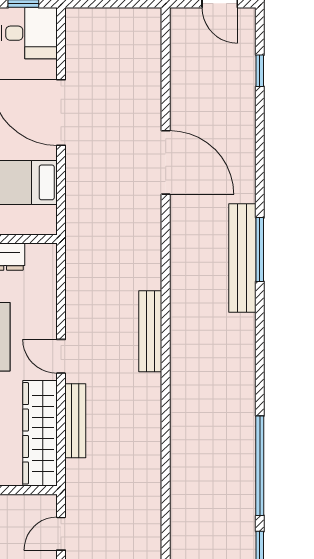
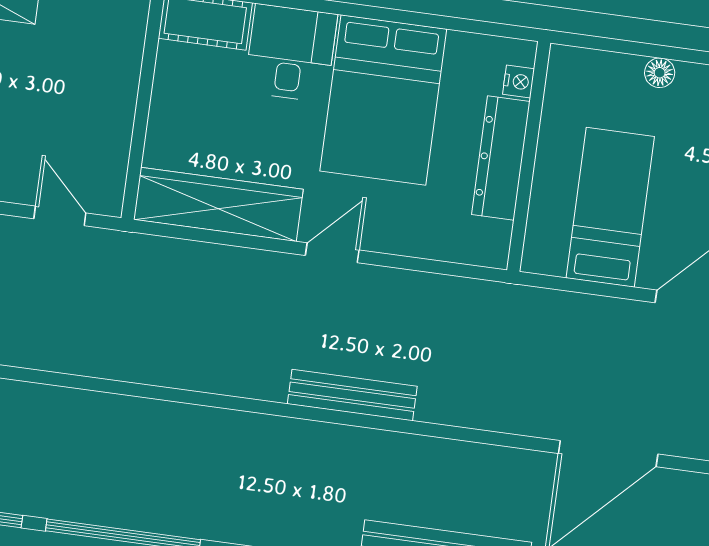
bench: (75, 421) -> (230, 261), removed

